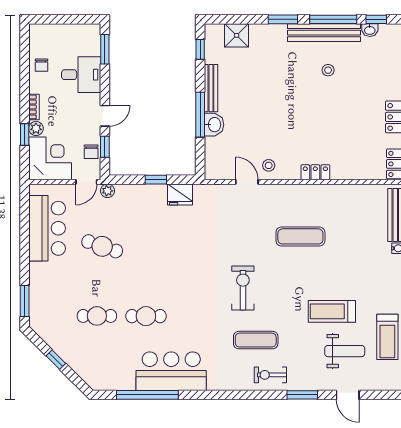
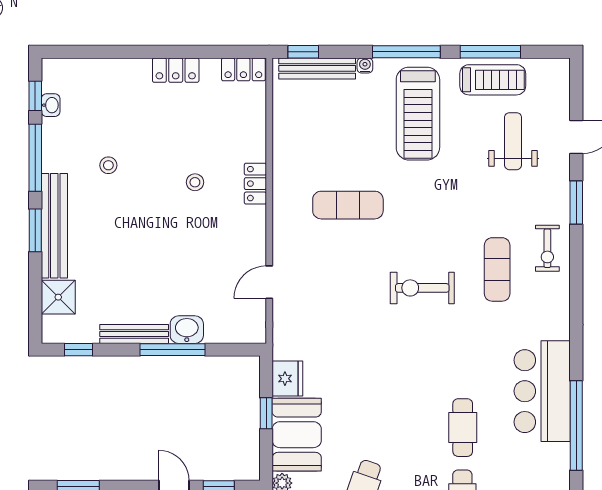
bench: (324, 33) -> (54, 226), moved
stool: (269, 165) -> (195, 182), moved
booth: (141, 201) -> (297, 435), added
exercise mat: (300, 236) -> (348, 205), turned 90
treadmill: (332, 311) -> (418, 114), moved, width x1.37, depth x1.38

